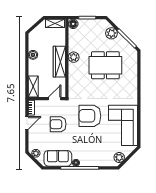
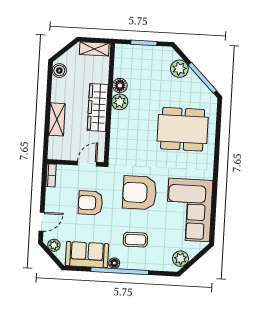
floor lamp: (73, 24) -> (120, 85), moved
boiler: (33, 55) -> (59, 71), moved
dining table: (105, 65) -> (183, 129), moved
shelving: (33, 87) -> (57, 119), moved
door: (27, 123) -> (42, 222), moved
coffee table: (89, 147) -> (135, 240), added

